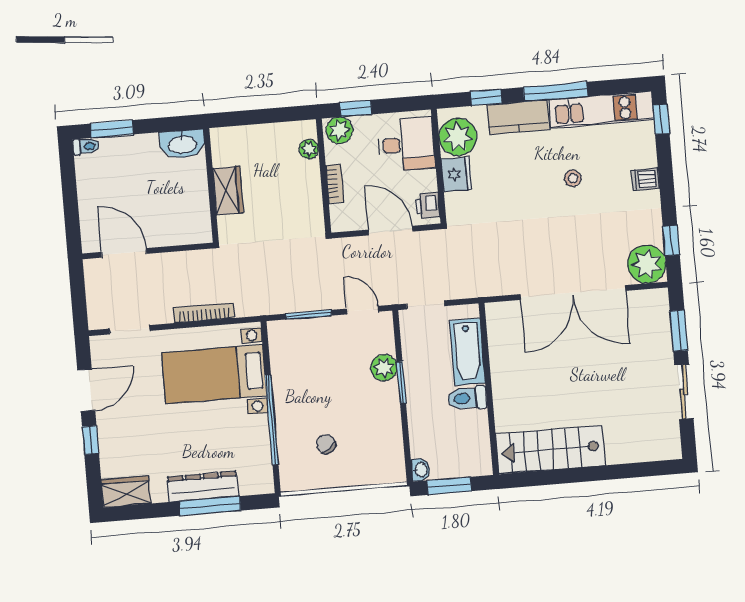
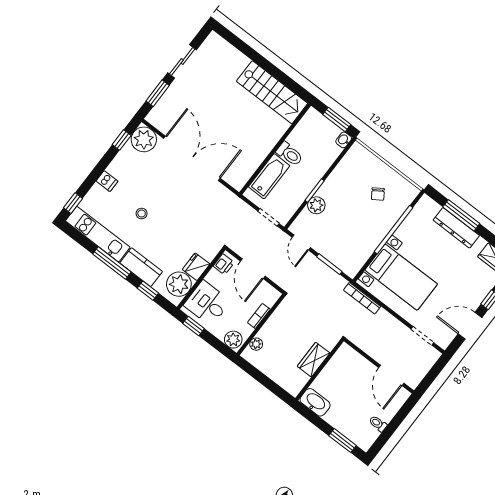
window: (356, 108) -> (194, 326), moved
toilet: (86, 146) -> (378, 424), moved
bookcase: (204, 313) -> (362, 298), moved

